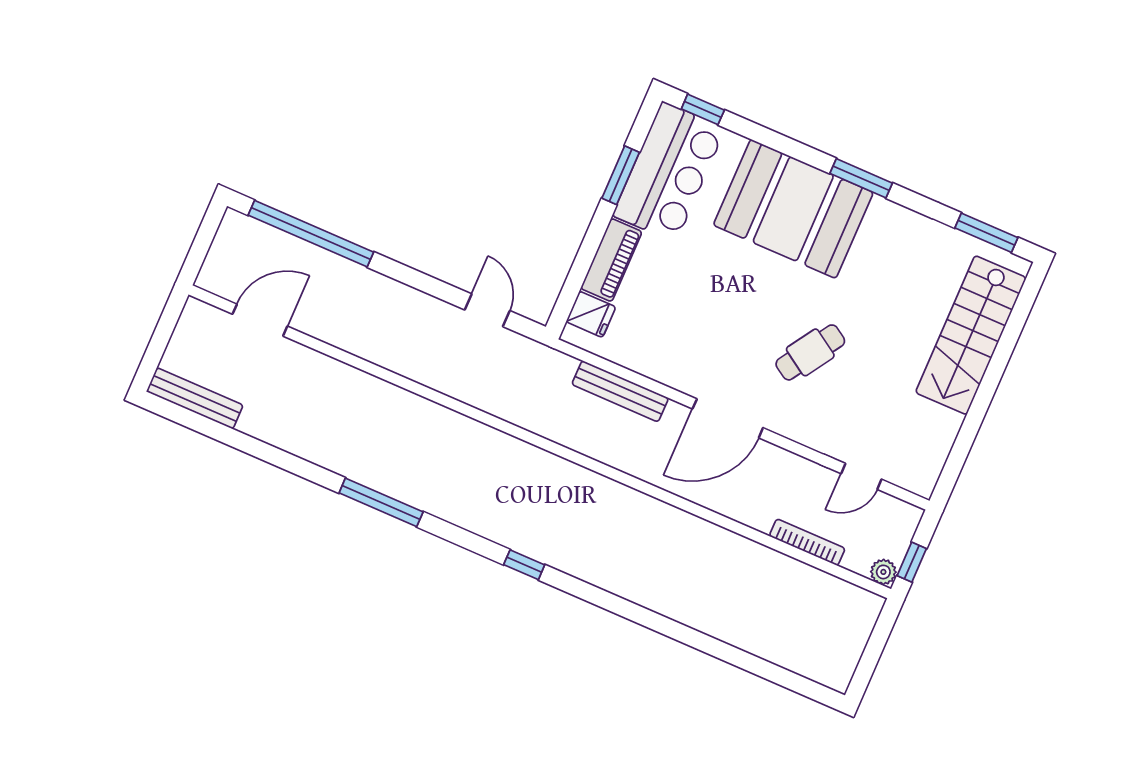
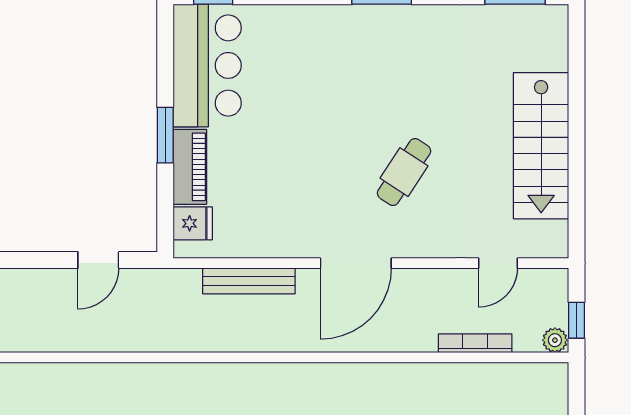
window: (621, 175) -> (165, 135), moved
booth: (793, 209) -> (333, 50), removed
door: (487, 310) -> (98, 260), swing flipped
stairs: (971, 335) -> (541, 146), moved

